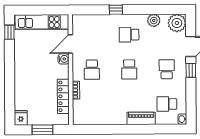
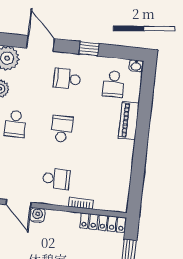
school desk: (129, 69) -> (62, 129), turned -90
window: (191, 70) -> (89, 49), moved
locker: (63, 96) -> (103, 223), moved

